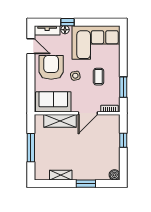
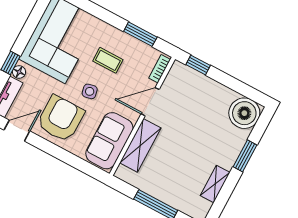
armchair: (51, 67) -> (61, 119), turned 90
door: (88, 113) -> (150, 102), swing flipped
window: (123, 140) -> (198, 65), moved
boiler: (114, 175) -> (244, 113), width x1.86, depth x1.86

